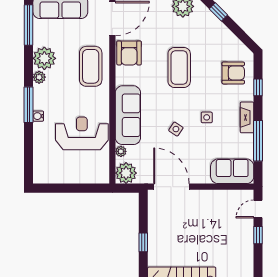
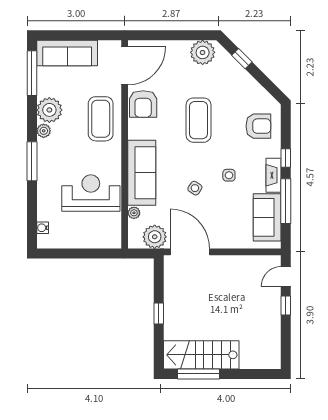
window: (258, 87) -> (286, 158), moved
water cooler: (38, 116) -> (43, 228), moved
sofa: (232, 171) -> (267, 217), moved, turned -90
plant: (126, 173) -> (155, 237), moved

